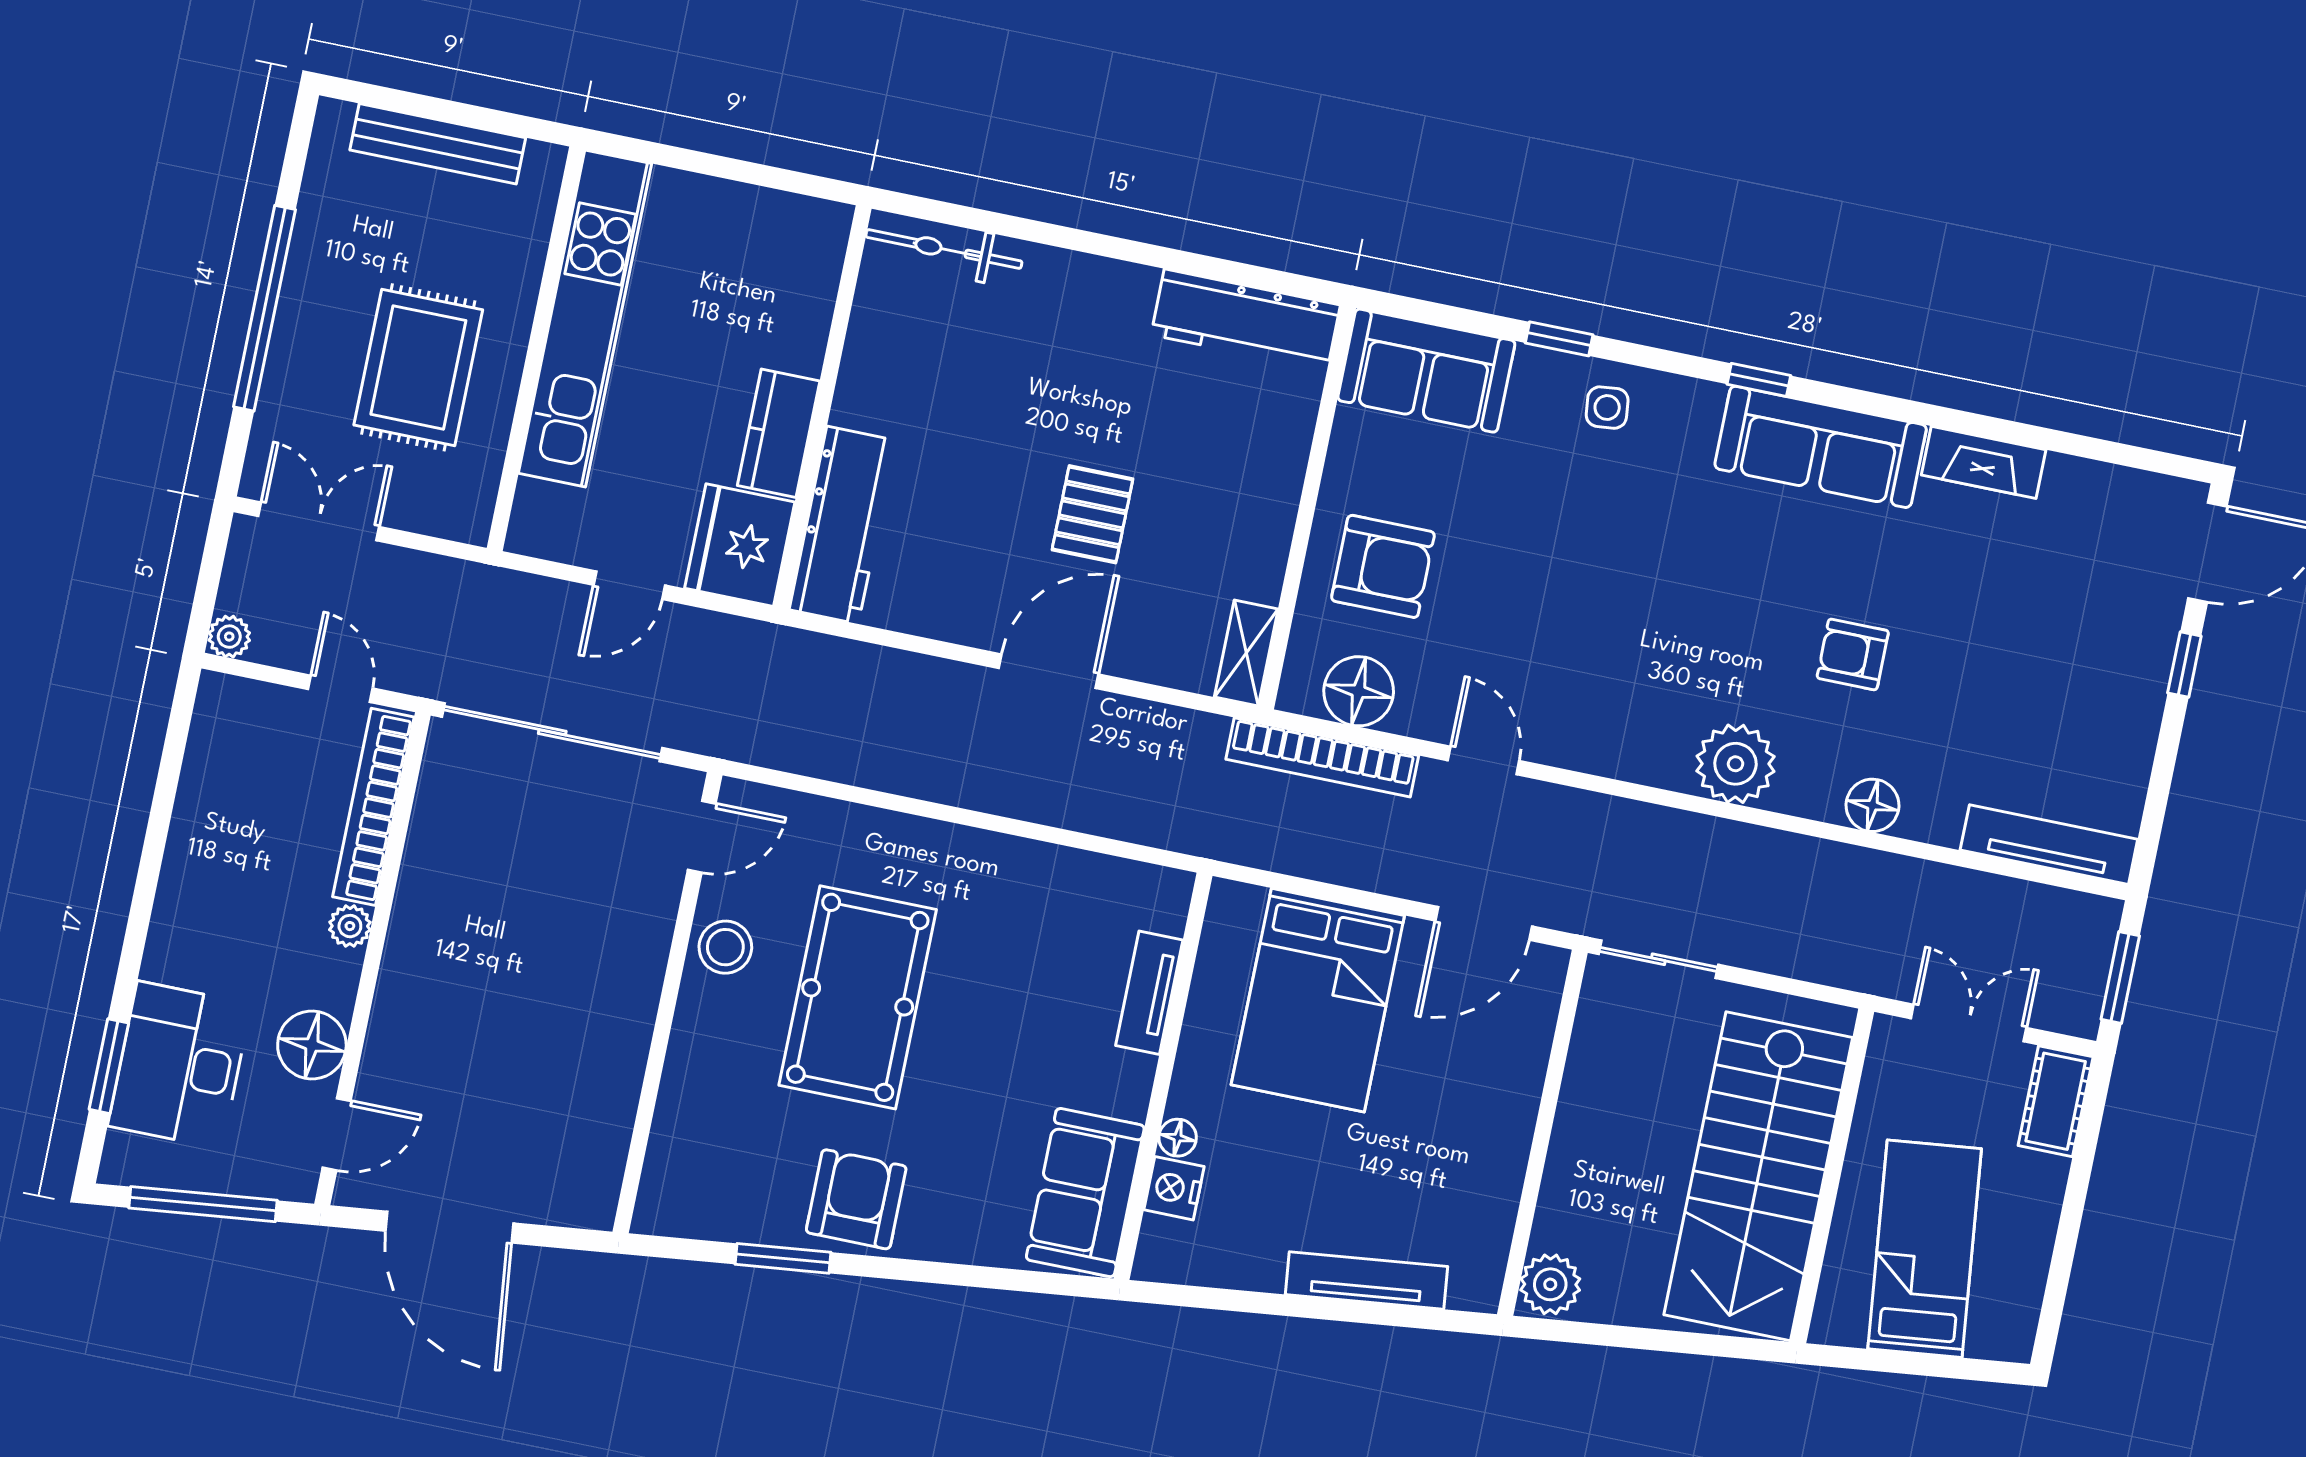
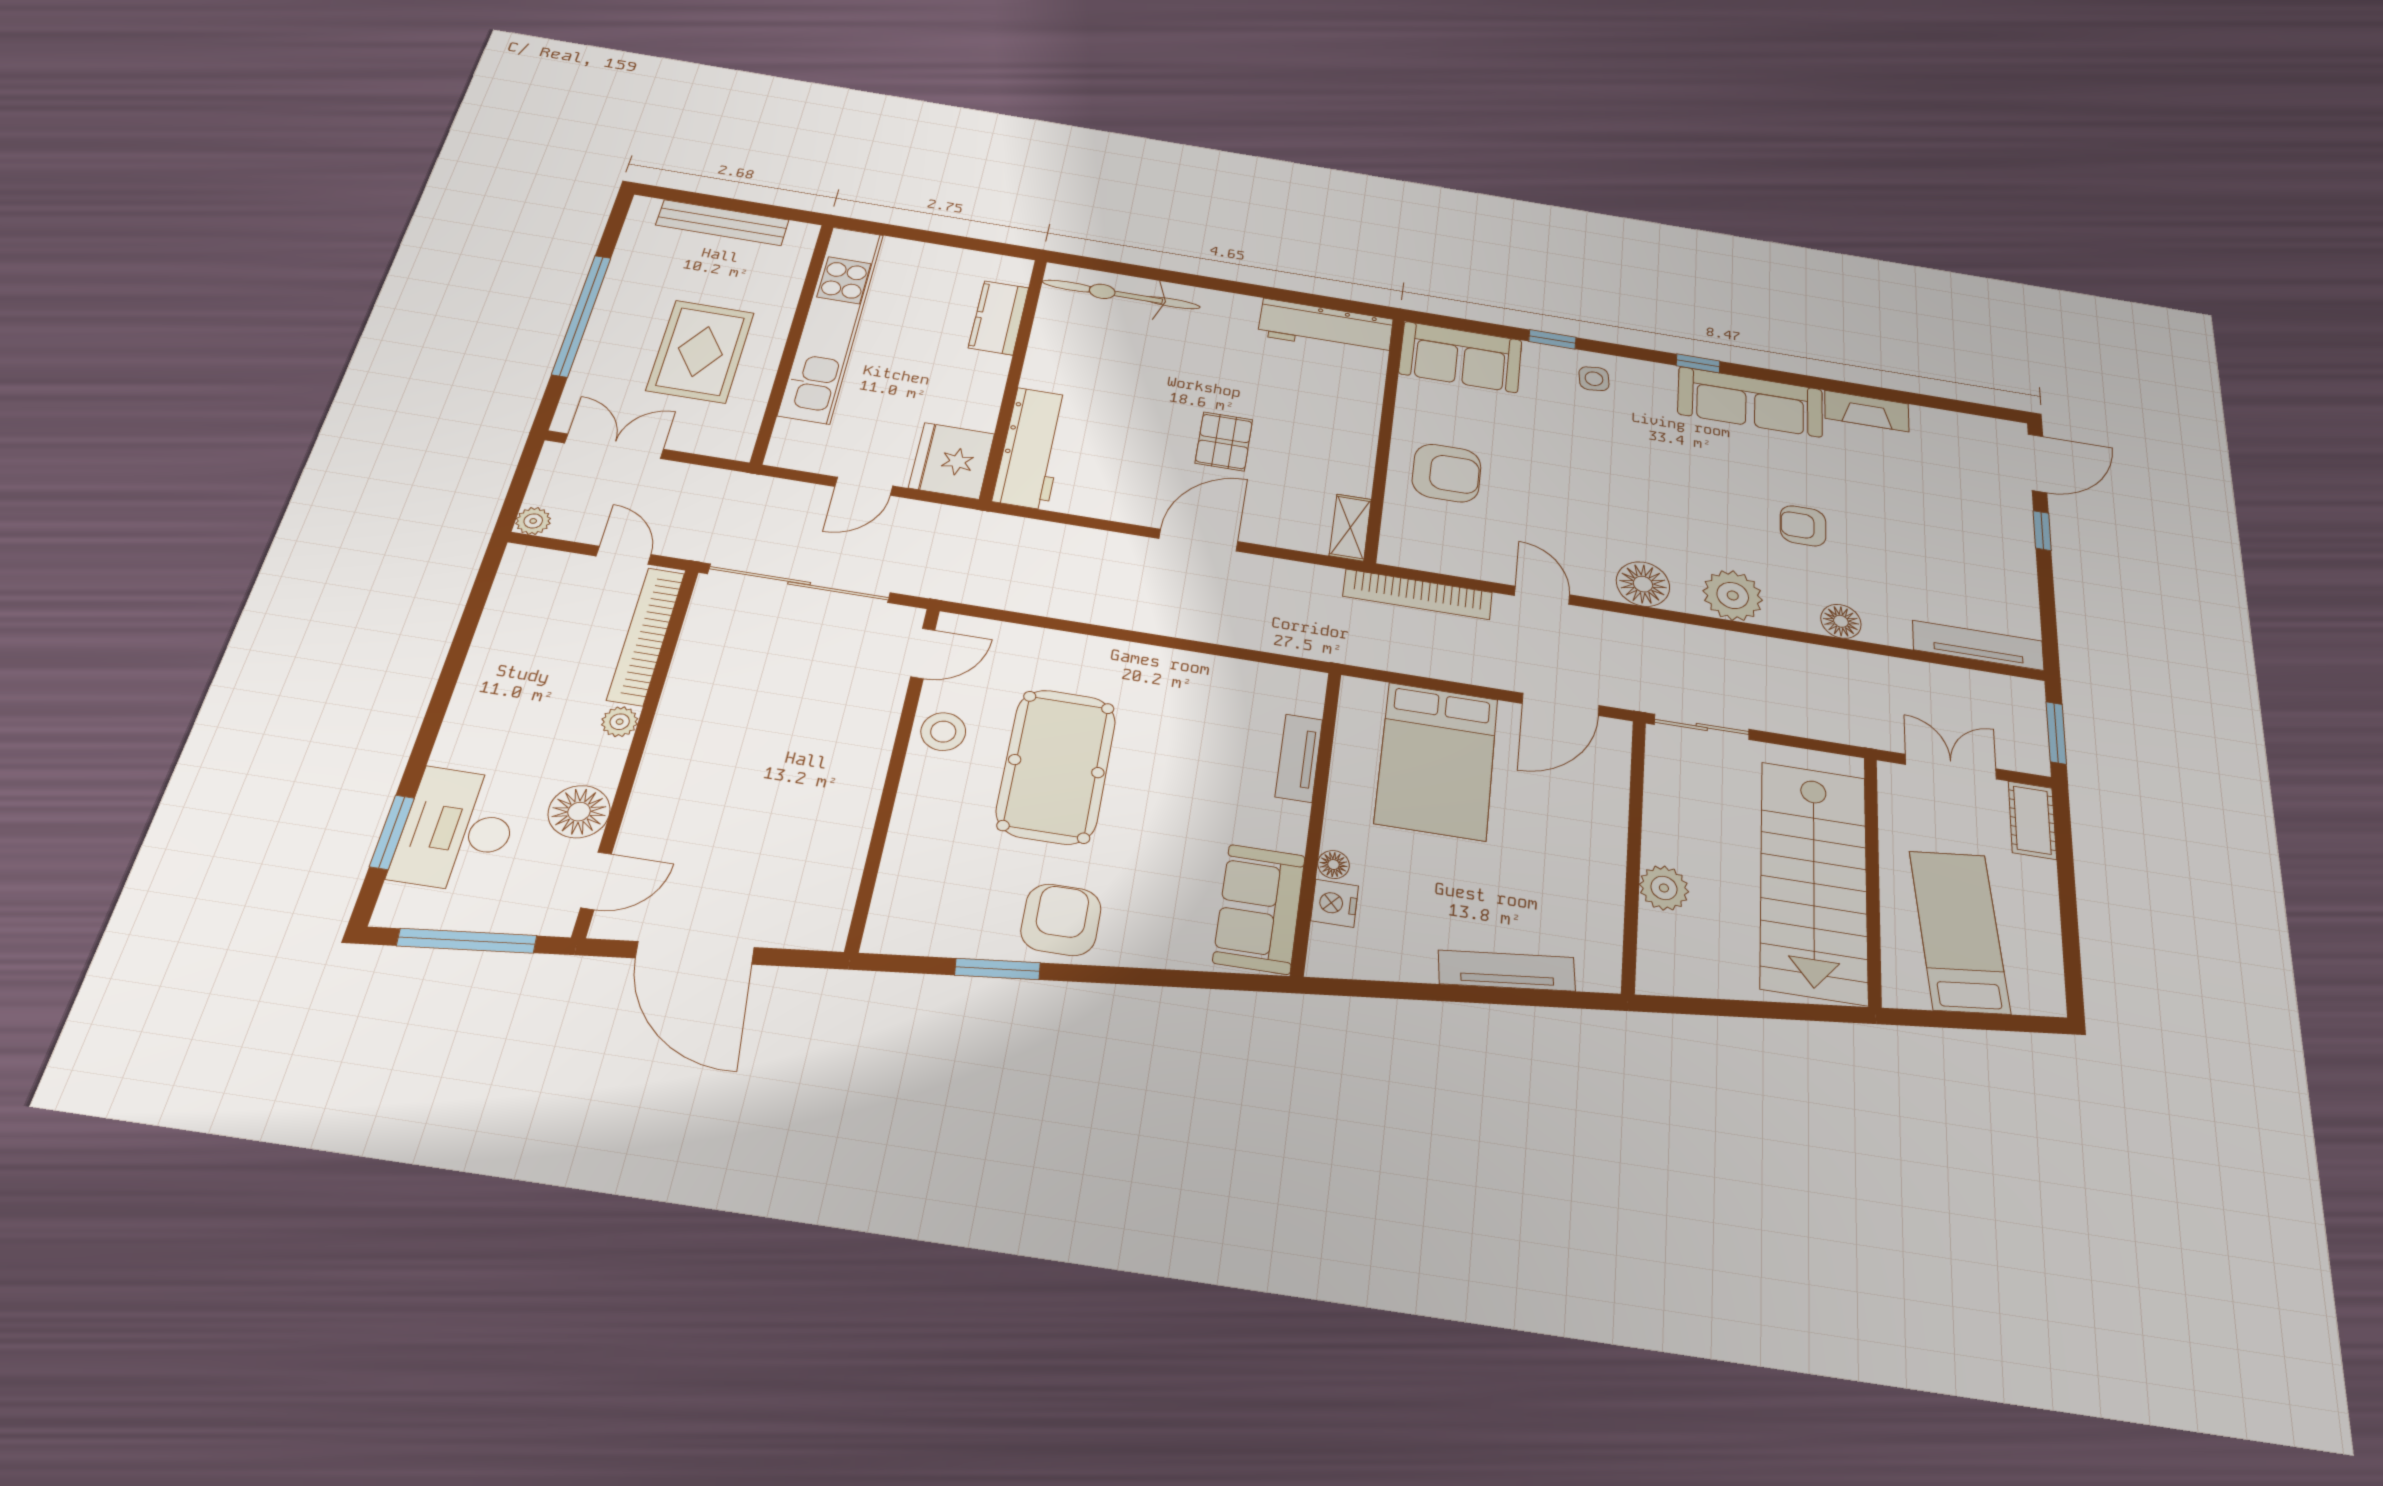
bicycle: (944, 249) -> (1121, 294), width x1.37, depth x1.40
kitchen counter: (779, 433) -> (999, 318), moved
floor lamp: (1359, 691) -> (1643, 584), moved
plant: (1550, 1284) -> (1664, 888), moved

